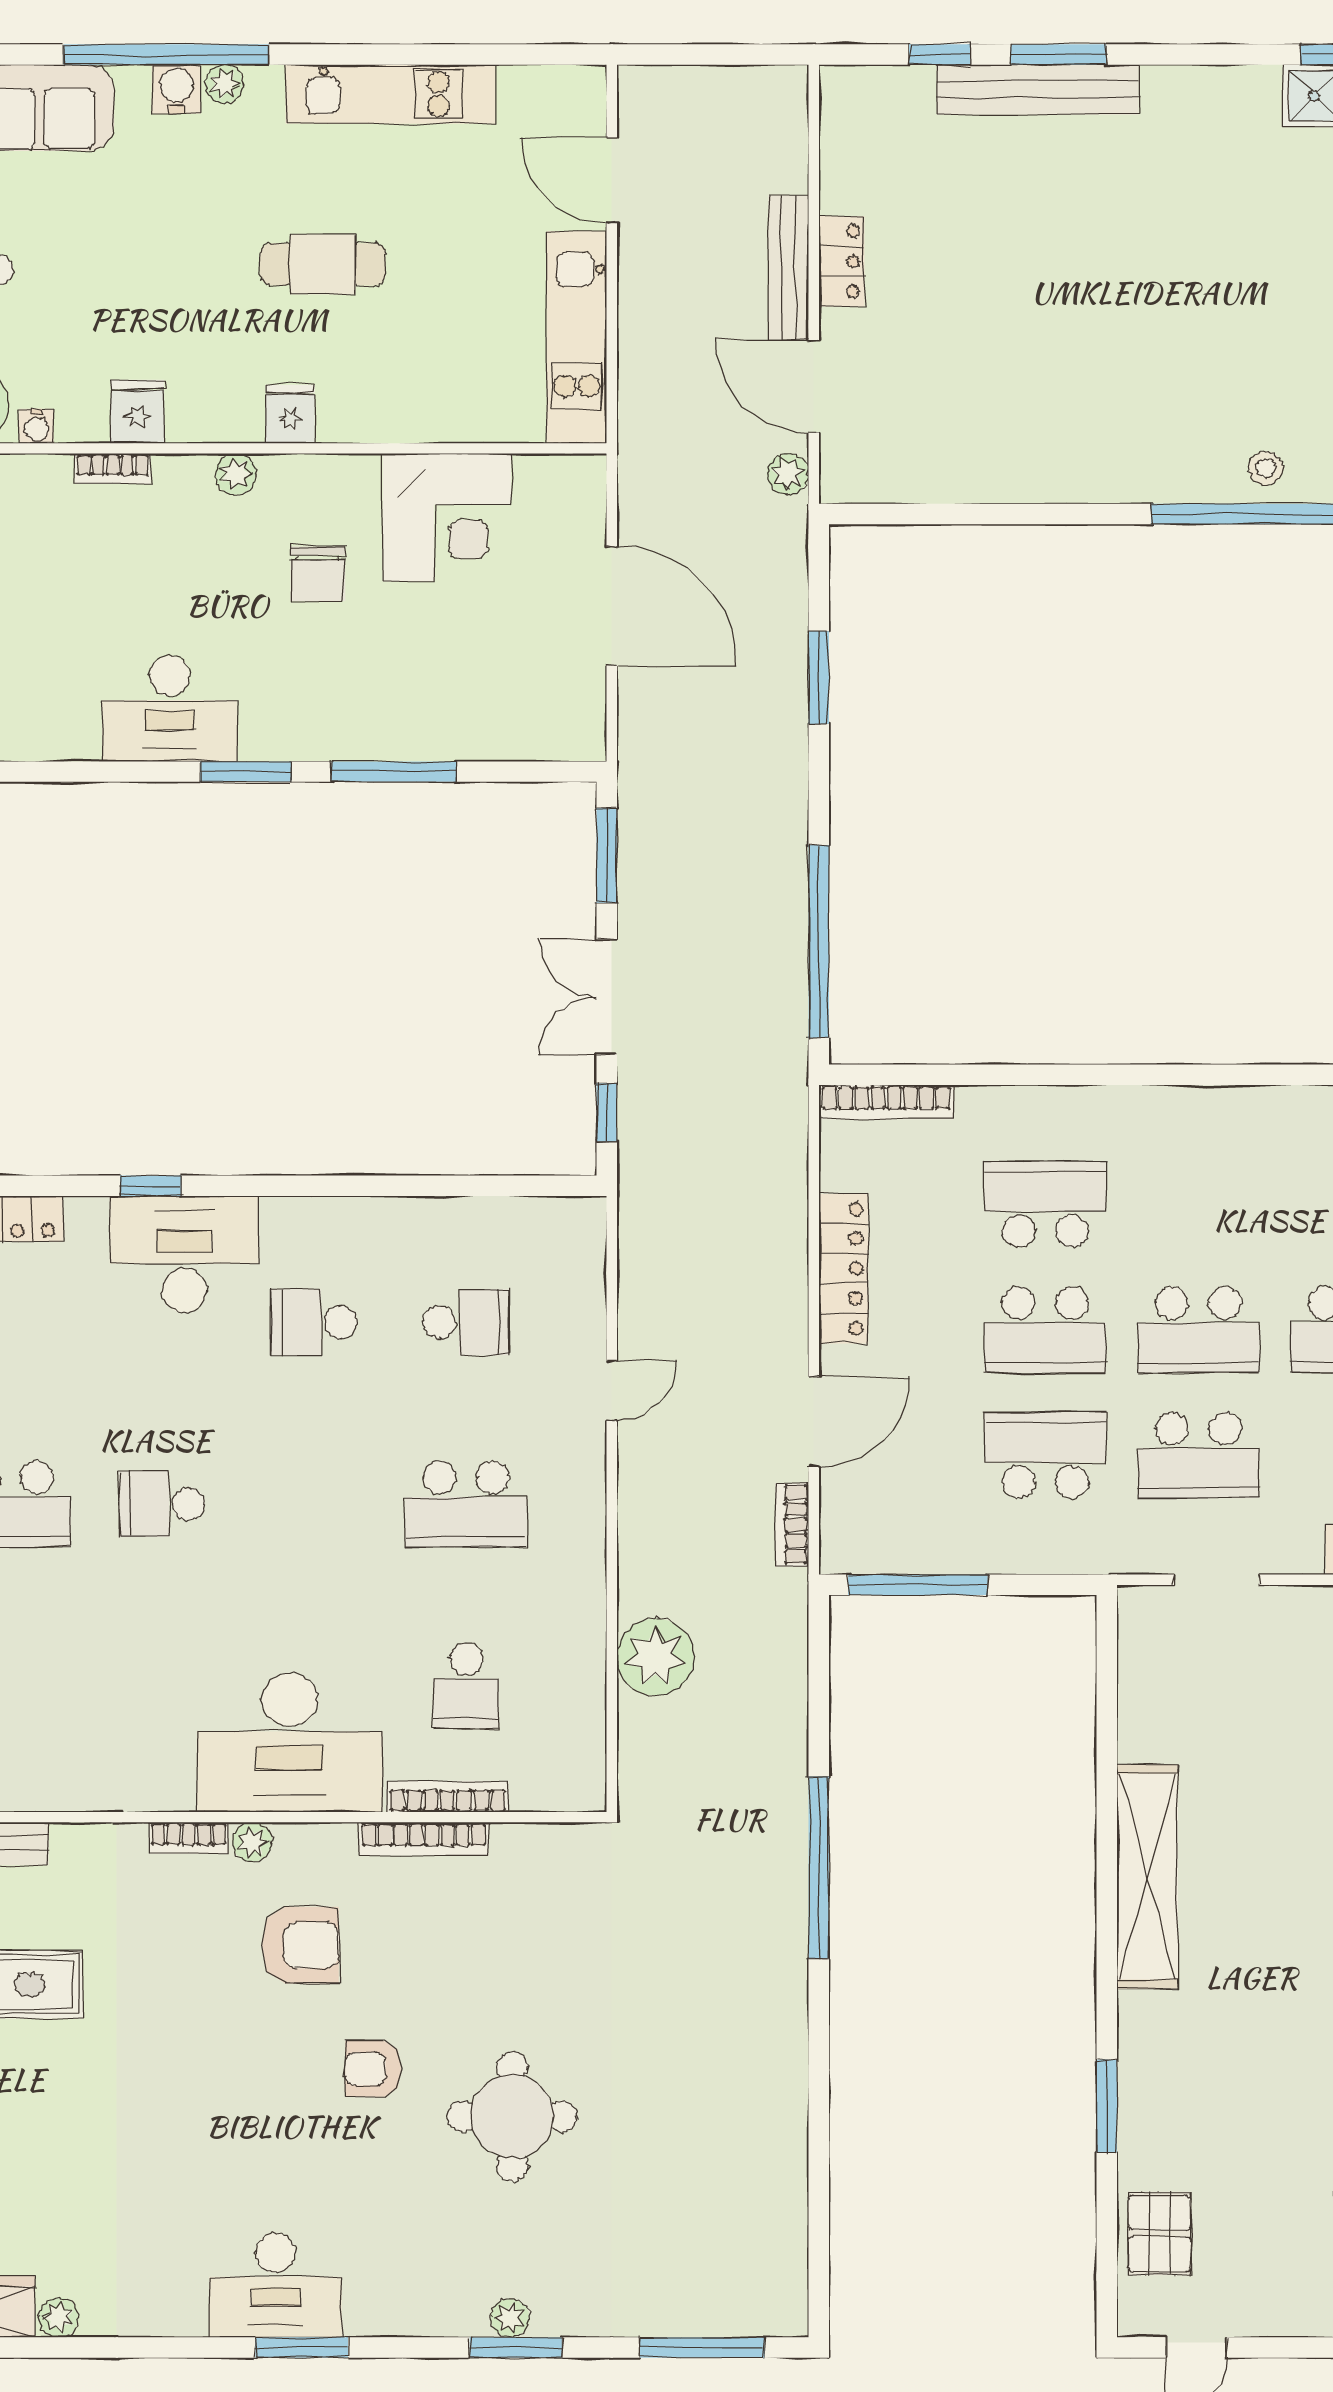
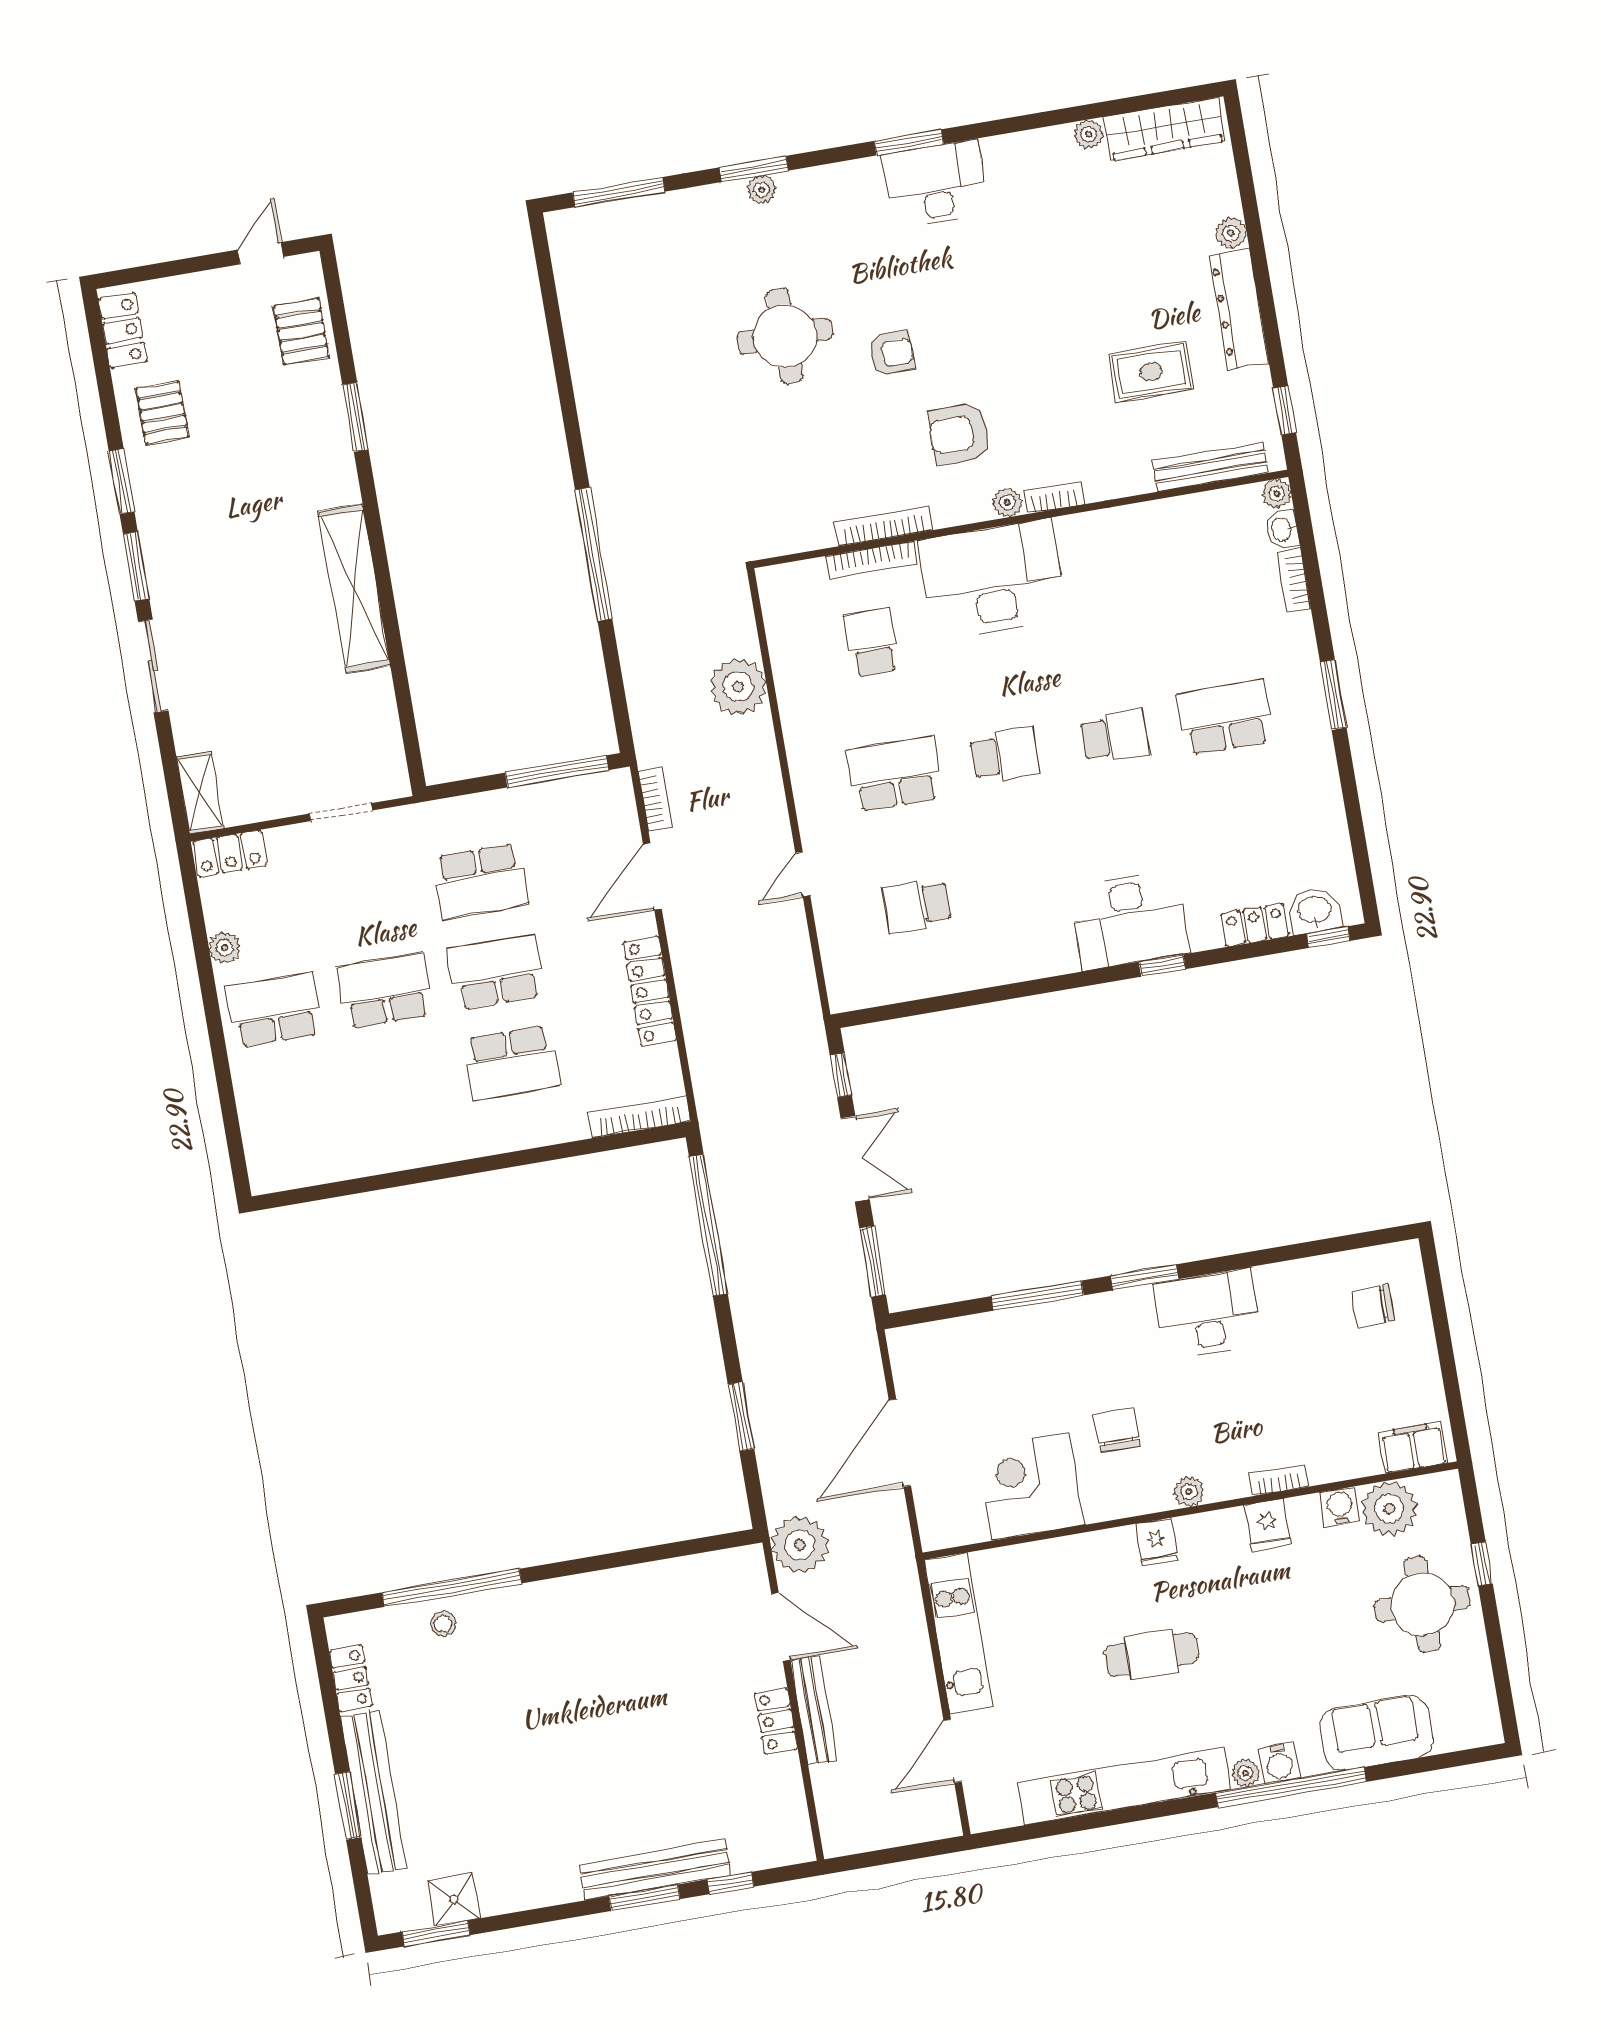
kitchen unit: (390, 94) -> (1124, 1786), width x1.36
door: (612, 180) -> (953, 1751), swing flipped
water cooler: (36, 426) -> (1340, 1507), width x1.38, depth x1.38
plant: (788, 474) -> (800, 1545), width x1.88, depth x1.88
door: (612, 606) -> (900, 1443), hinge flipped
school desk: (314, 1322) -> (1004, 755), moved
school desk: (1198, 1455) -> (370, 900), removed

